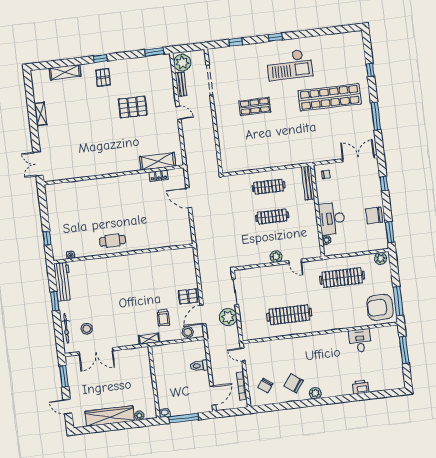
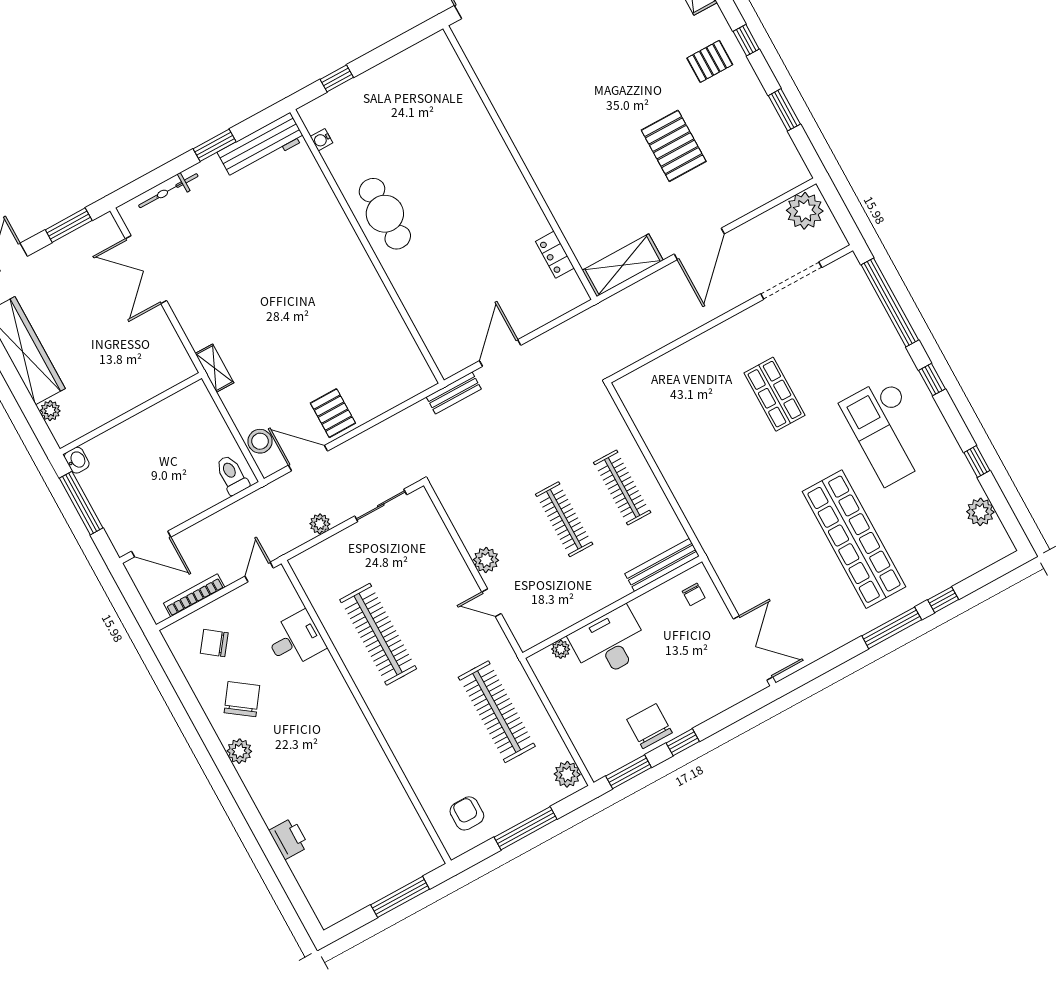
window: (318, 32) -> (977, 462), added
plant: (339, 39) -> (980, 512), added
window: (236, 42) -> (890, 302), width x3.17
window: (154, 52) -> (784, 110), moved
bench: (181, 84) -> (454, 393), moved
door: (179, 113) -> (699, 244), width x1.87
window: (376, 116) -> (892, 628), moved
shelving: (158, 161) -> (623, 265), moved, turned 90
window: (384, 183) -> (683, 742), moved
door: (189, 198) -> (500, 353), moved
cafe table: (113, 241) -> (385, 214), width x1.37, depth x1.35
door: (295, 261) -> (492, 603), hinge flipped
window: (398, 301) -> (526, 828), moved
armchair: (380, 307) -> (467, 813), width x0.53, depth x0.53
plant: (228, 317) -> (320, 524), width x0.53, depth x0.53
trolley: (163, 318) -> (269, 380), removed
stool: (87, 329) -> (184, 233), removed
desk: (360, 341) -> (295, 640), moved
toilet: (199, 366) -> (232, 475), moved

